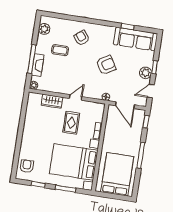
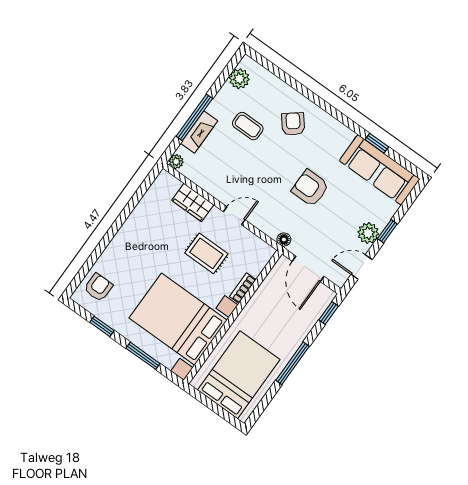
armchair: (106, 65) -> (310, 188), turned -148
rug: (71, 123) -> (206, 253), turned 90

